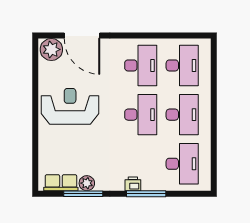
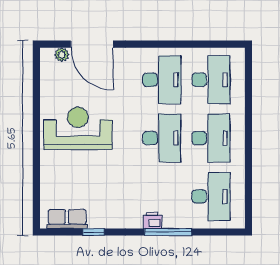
plant: (51, 49) -> (62, 55), width x0.53, depth x0.53
plant: (87, 183) -> (98, 220), removed
window: (83, 194) -> (94, 232), width x0.46

